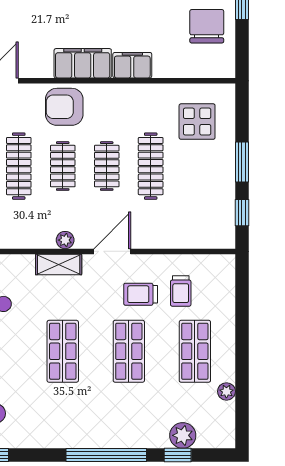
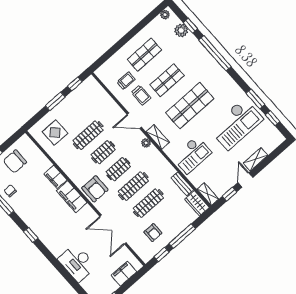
shop shelf: (63, 351) -> (190, 106), width x1.43, depth x1.36
plant: (226, 391) -> (165, 15), moved

